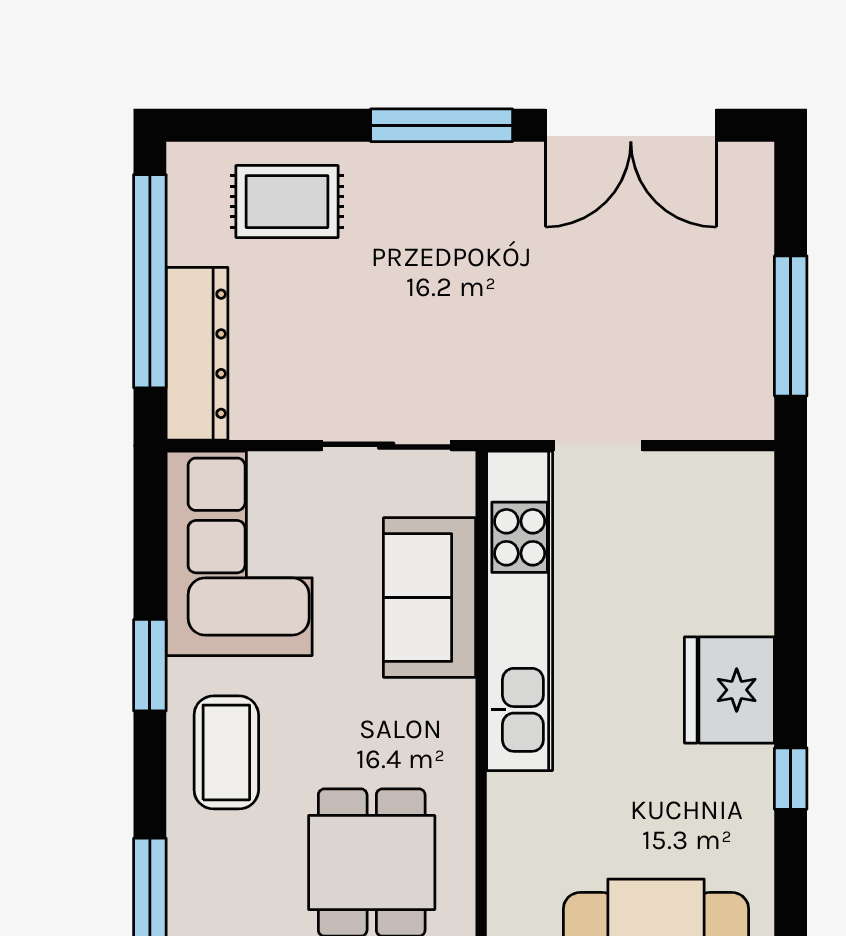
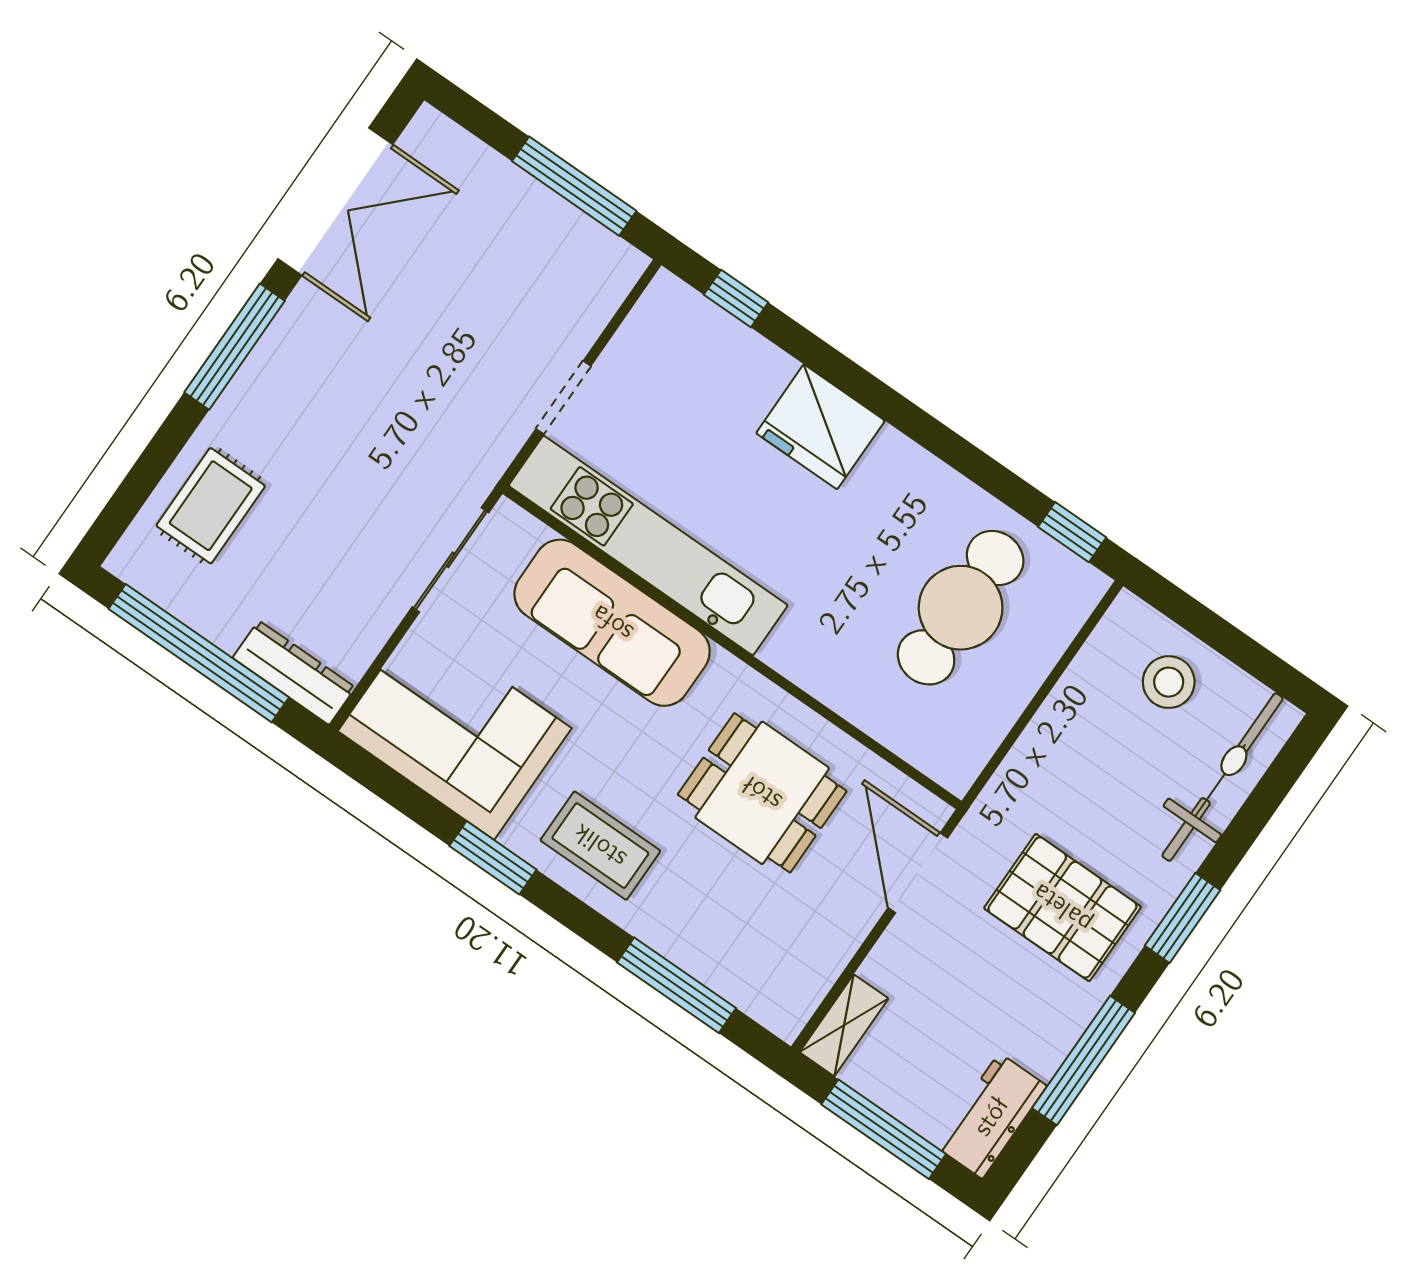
dresser: (197, 354) -> (294, 673), width x0.73, depth x0.80
sofa: (430, 598) -> (612, 623), width x1.36
window: (791, 779) -> (736, 299), moved

